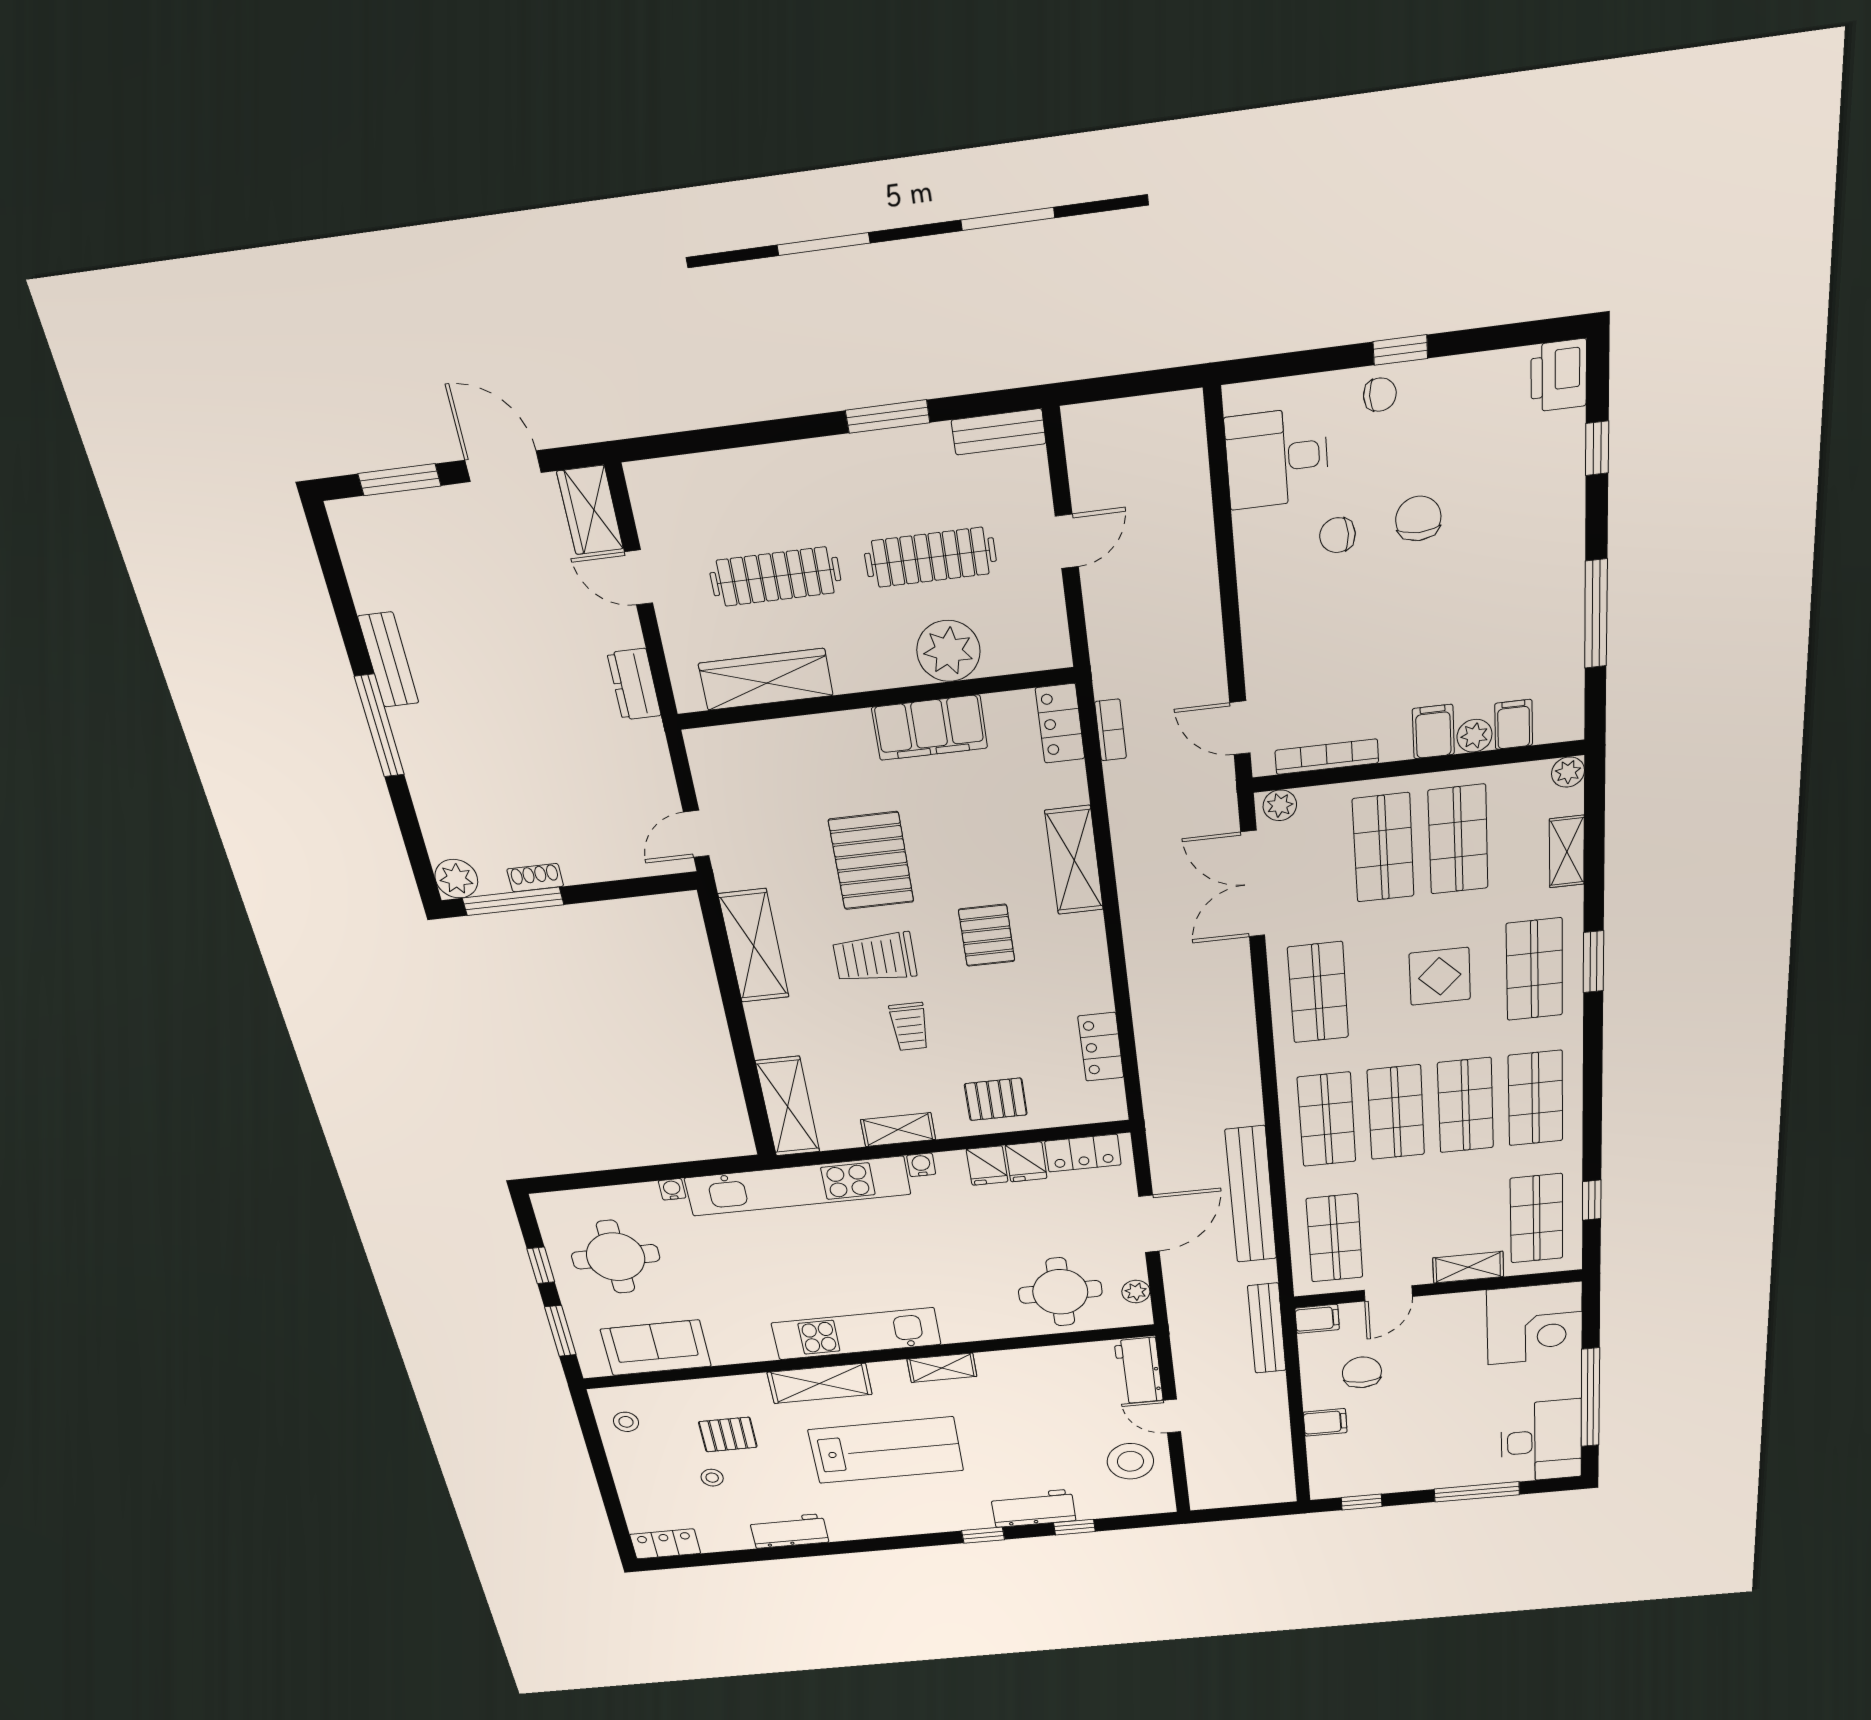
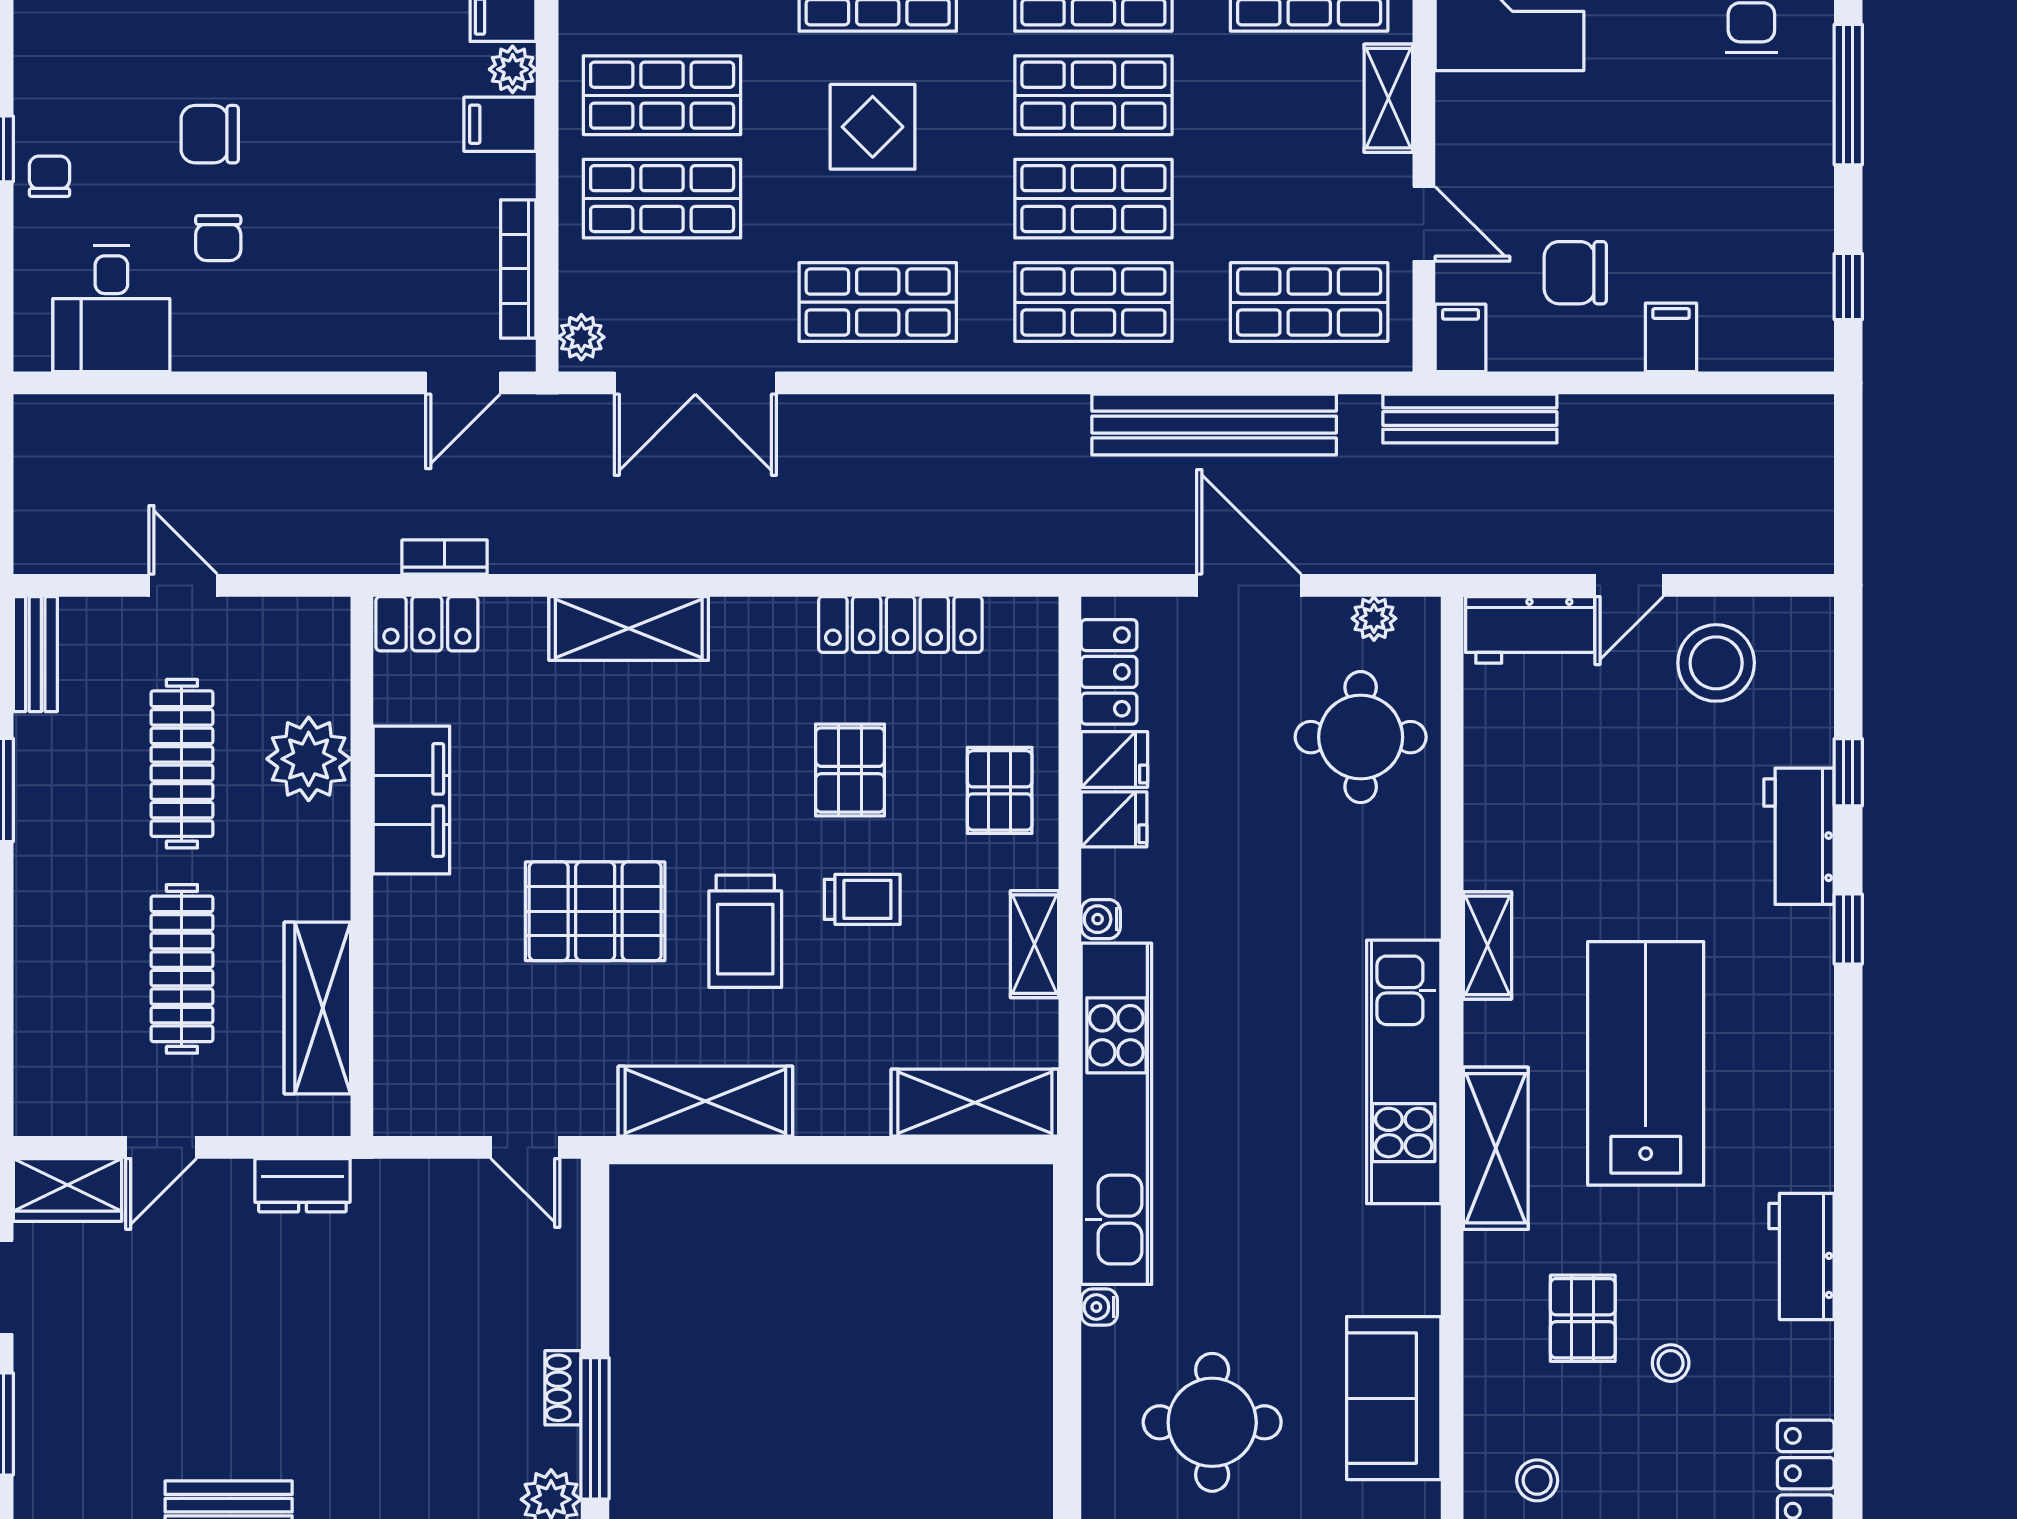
pallet: (987, 935) -> (850, 770), moved, turned 90
locker: (1101, 1047) -> (900, 624), width x1.53

